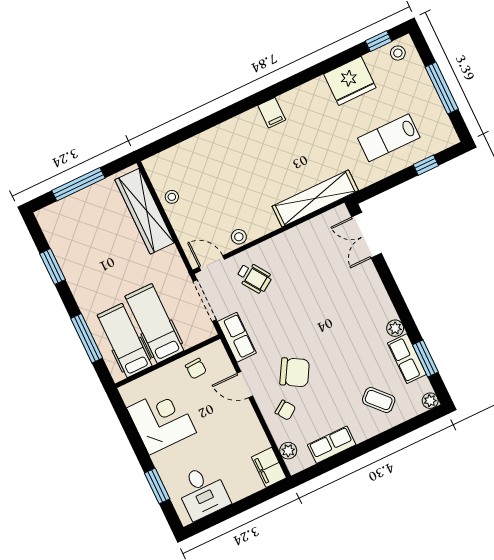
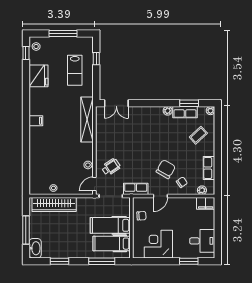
washbasin: (55, 215) -> (35, 248), added

